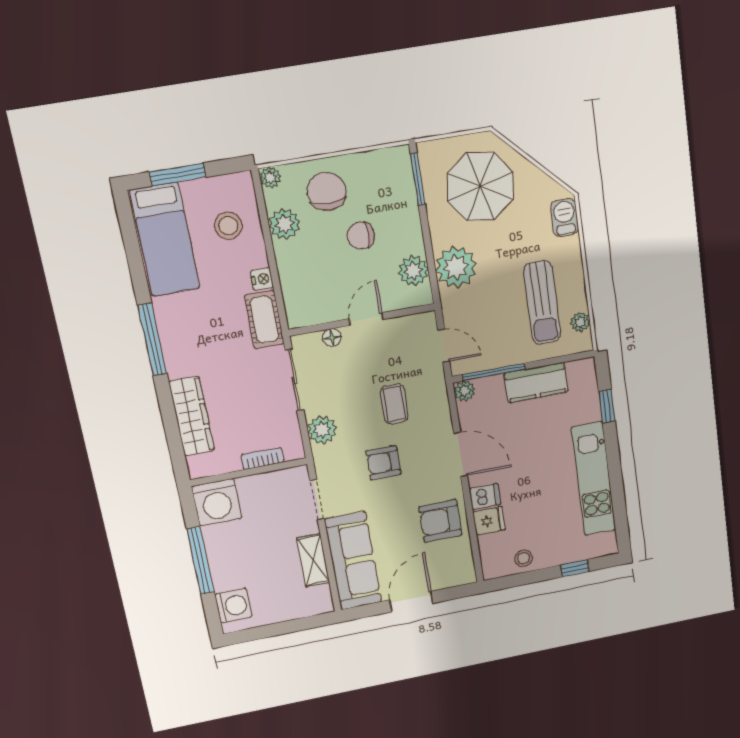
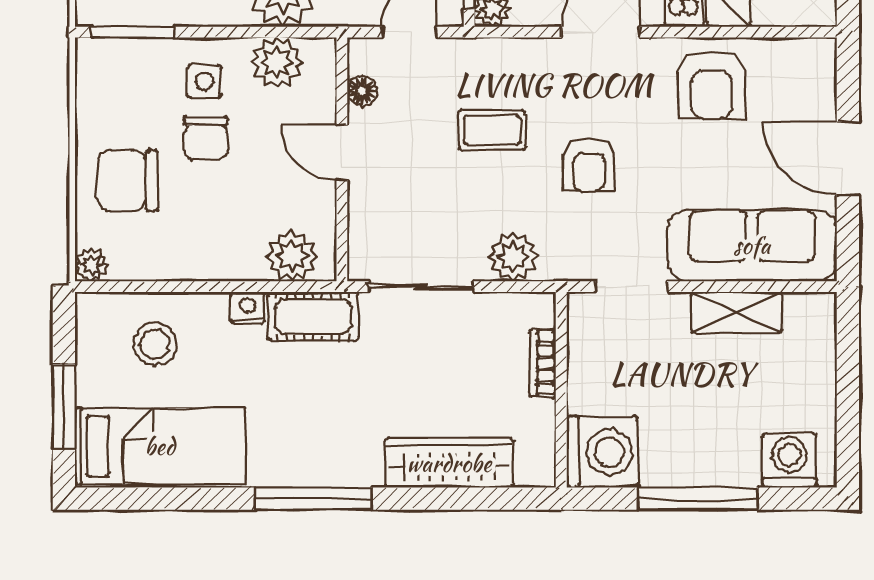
plant: (284, 224) -> (292, 256), moved
side table: (395, 229) -> (205, 81), added
floor lamp: (332, 338) -> (362, 91), moved

